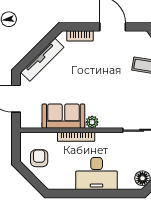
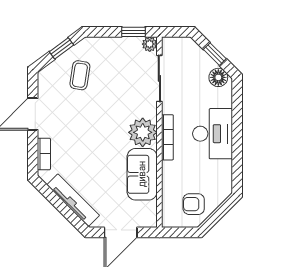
plant: (92, 122) -> (143, 132), width x1.88, depth x1.88
bookcase: (76, 137) -> (167, 137), moved

